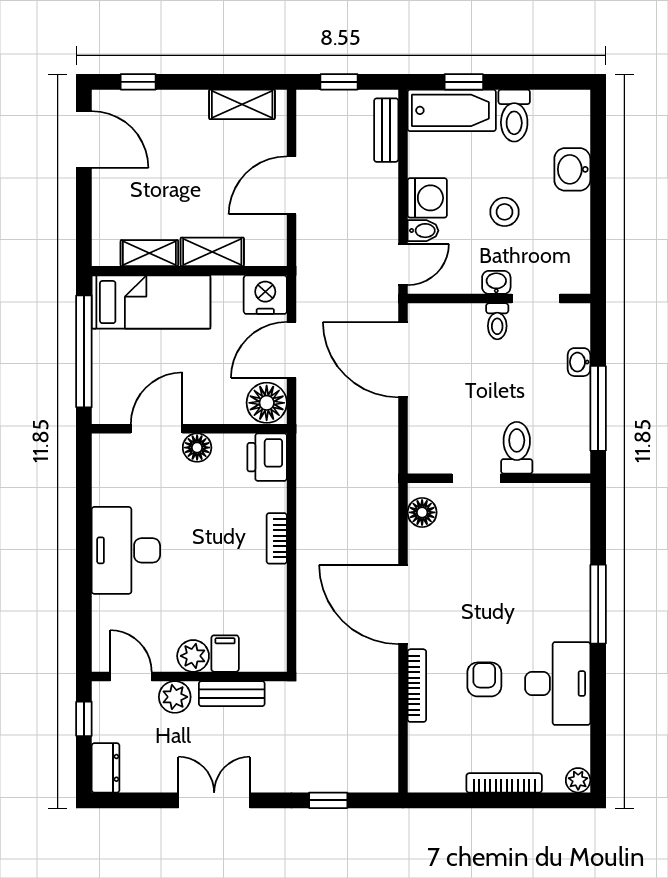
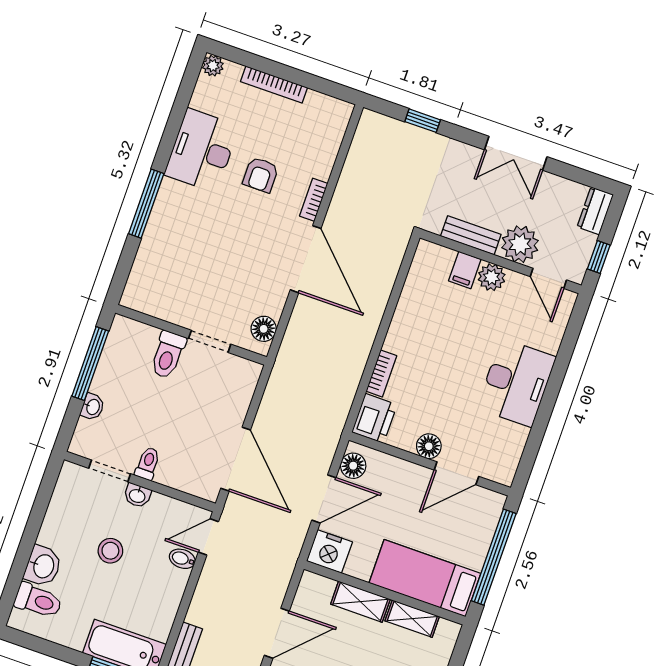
toilet: (514, 116) -> (38, 601), moved, turned 90
washing machine: (427, 198) -> (169, 584), removed
floor lamp: (267, 403) -> (353, 466), width x0.73, depth x0.73
bookcase: (277, 538) -> (381, 373), moved
bookcase: (417, 686) -> (314, 200), width x0.64
plant: (175, 697) -> (520, 244), width x1.36, depth x1.36

